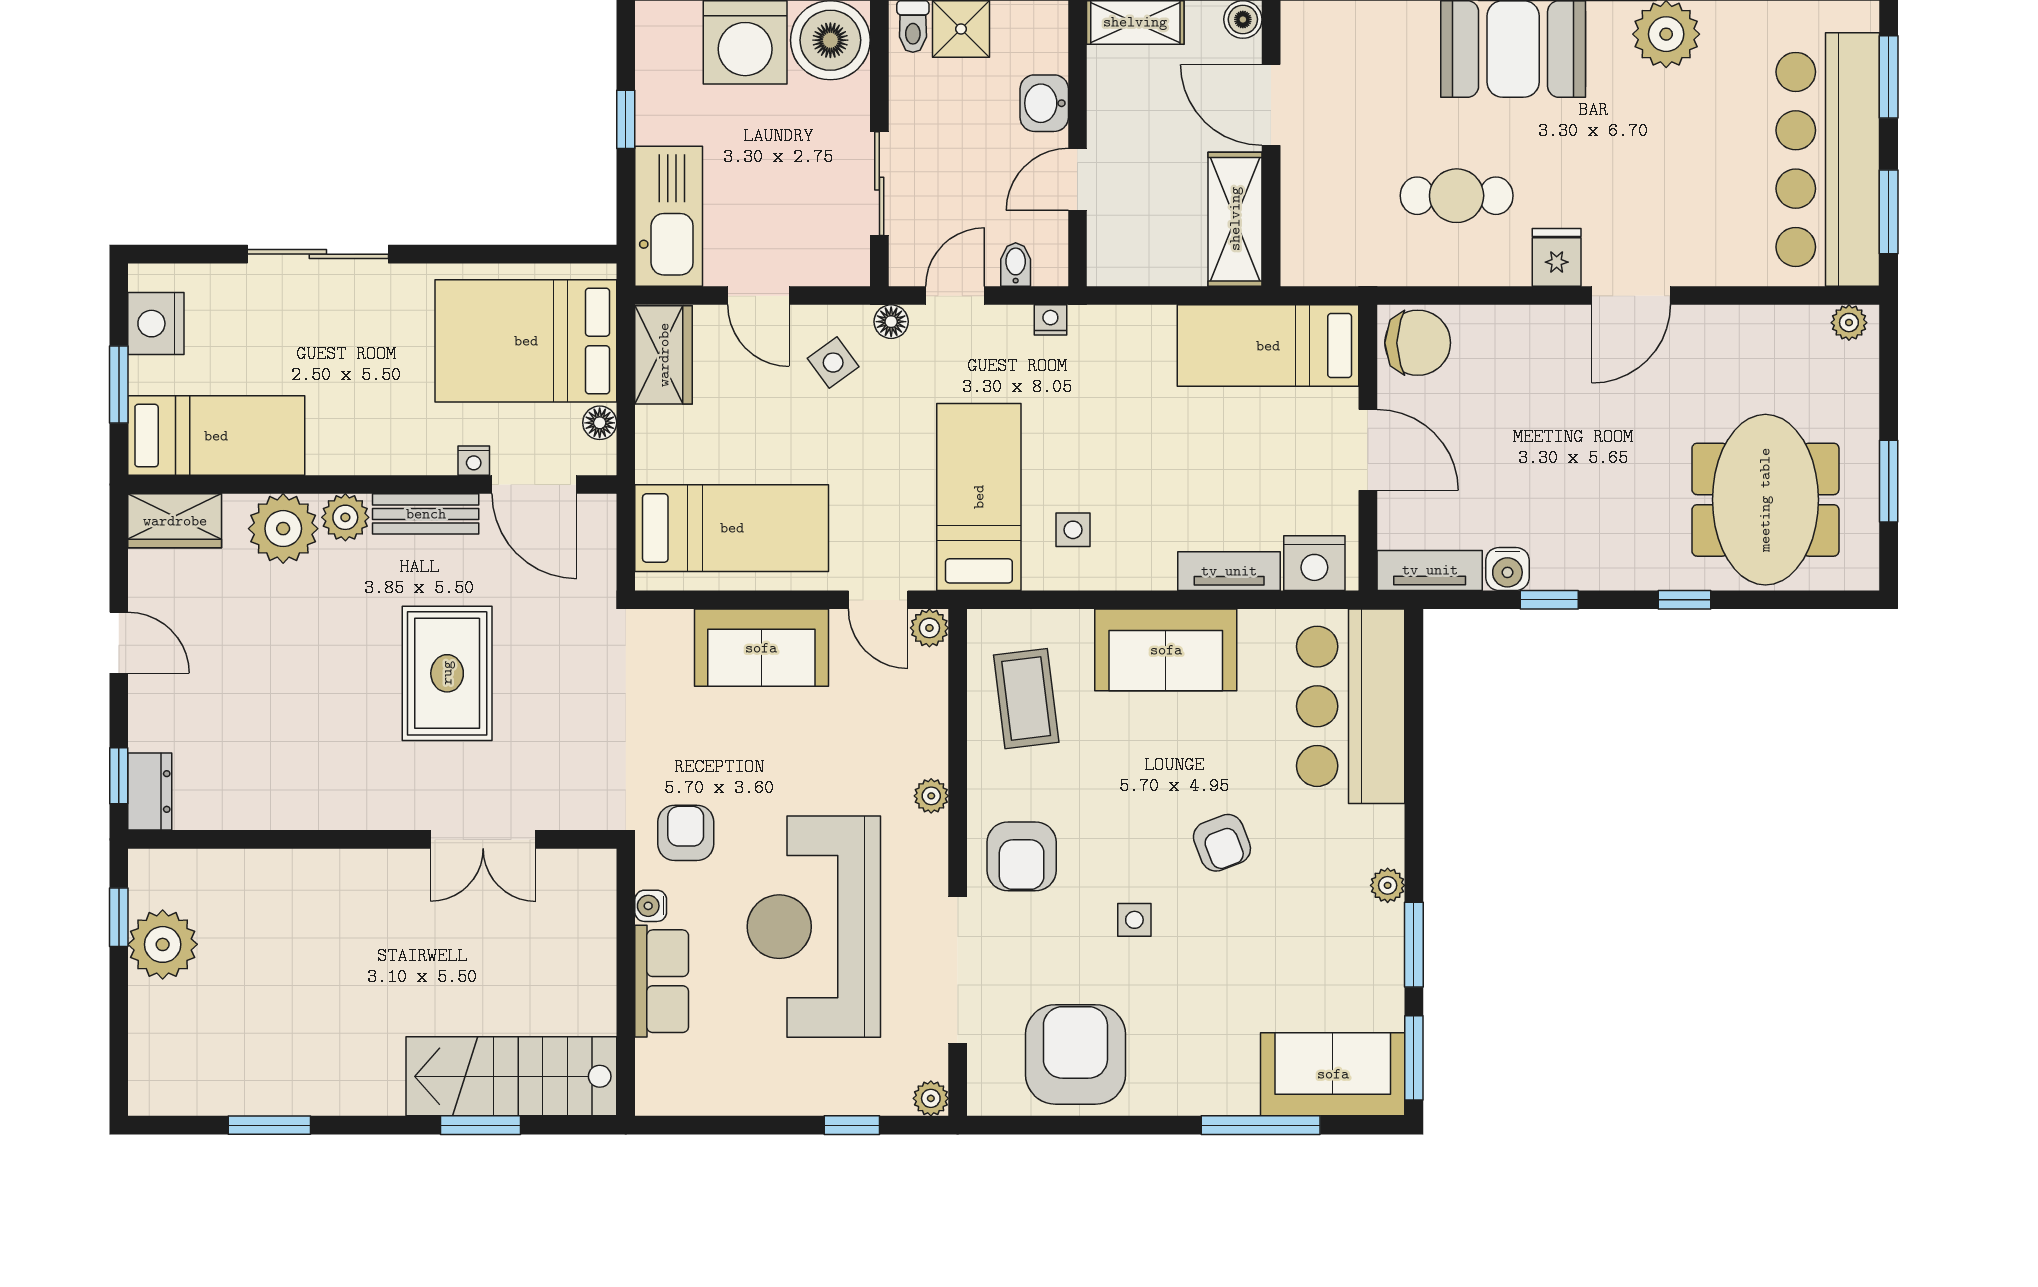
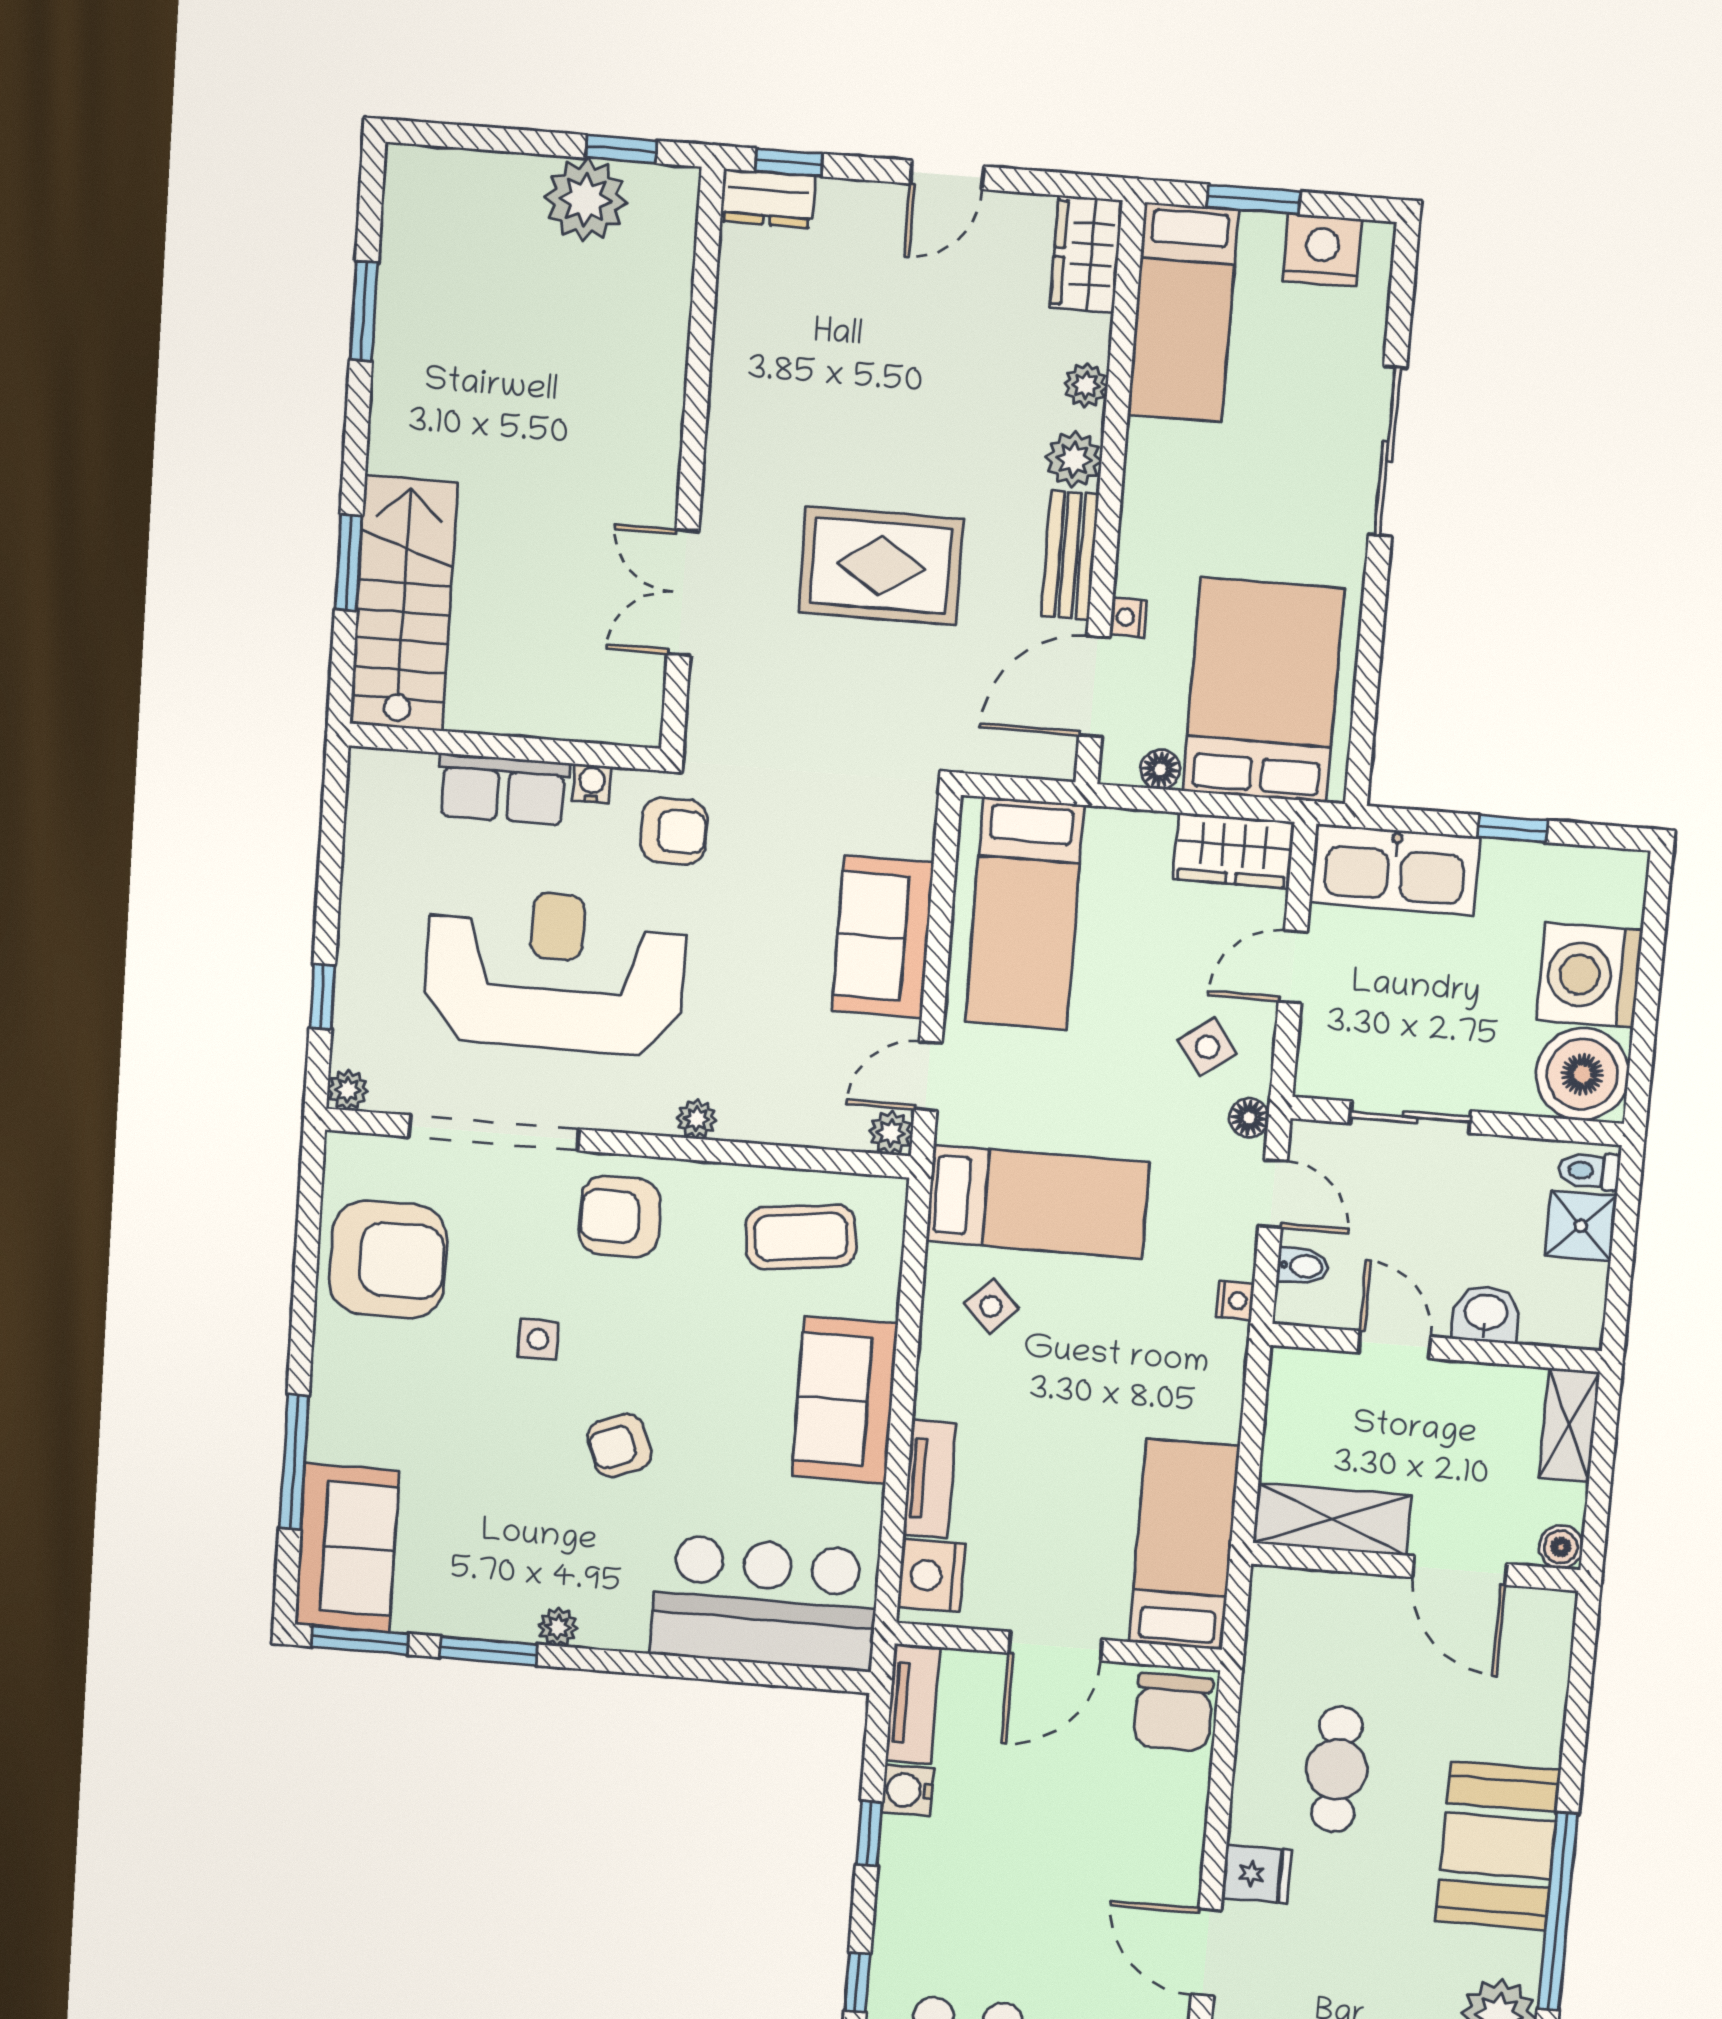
door: (1271, 105) -> (1460, 1571), swing flipped
plant: (283, 529) -> (1086, 385), width x0.53, depth x0.53
side table: (1073, 530) -> (991, 1306), turned 45

